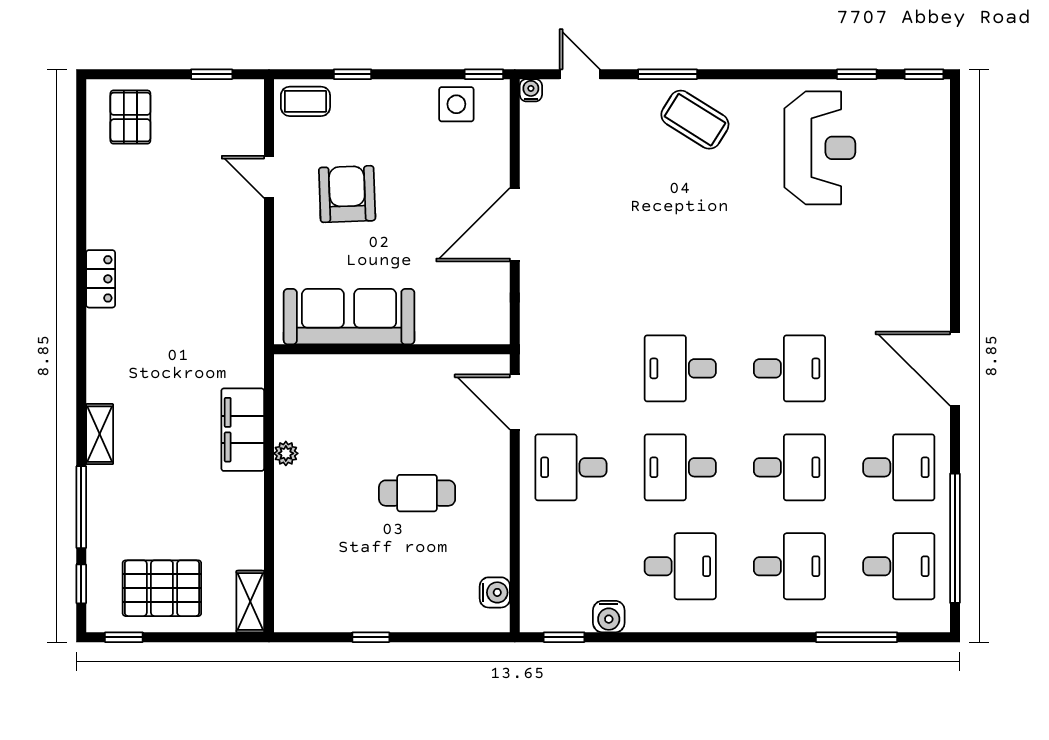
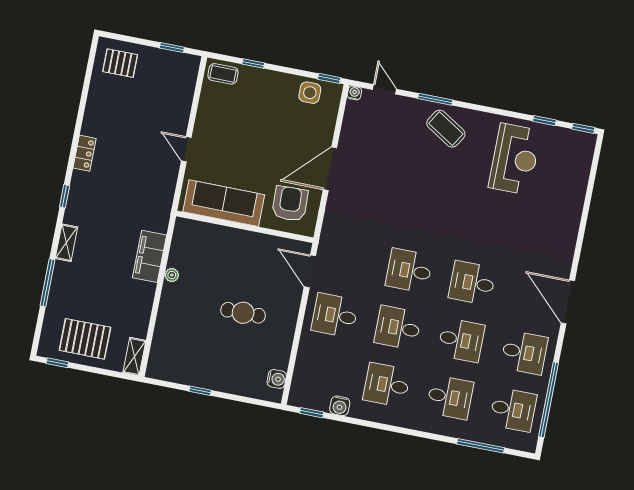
pallet: (130, 117) -> (120, 63), turned 90
door: (269, 177) -> (186, 149), moved
armchair: (347, 194) -> (290, 204), moved
desk: (790, 368) -> (472, 283), turned 180
desk: (680, 566) -> (387, 385), turned 180
window: (81, 584) -> (65, 196), moved

